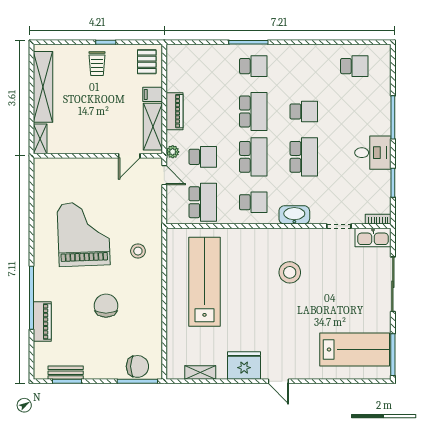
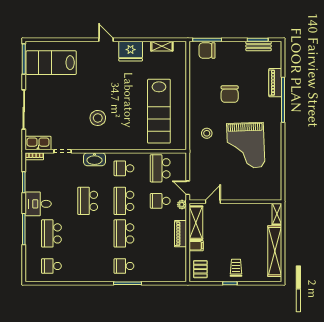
school desk: (304, 111) -> (51, 233), moved, width x1.85

